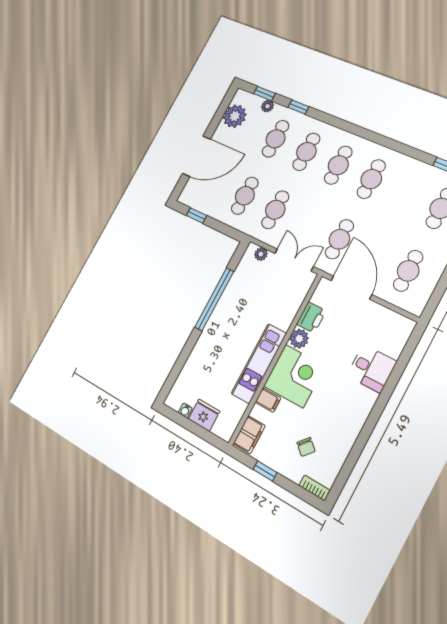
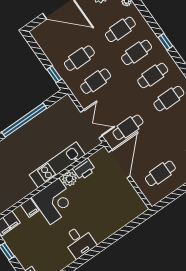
window: (298, 107) -> (165, 42), moved
window: (197, 215) -> (54, 74), moved
plant: (261, 254) -> (71, 107), removed
kitchen unit: (259, 364) -> (57, 165), moved
desk: (372, 369) -> (79, 242), moved
chair: (306, 447) -> (41, 250), removed

